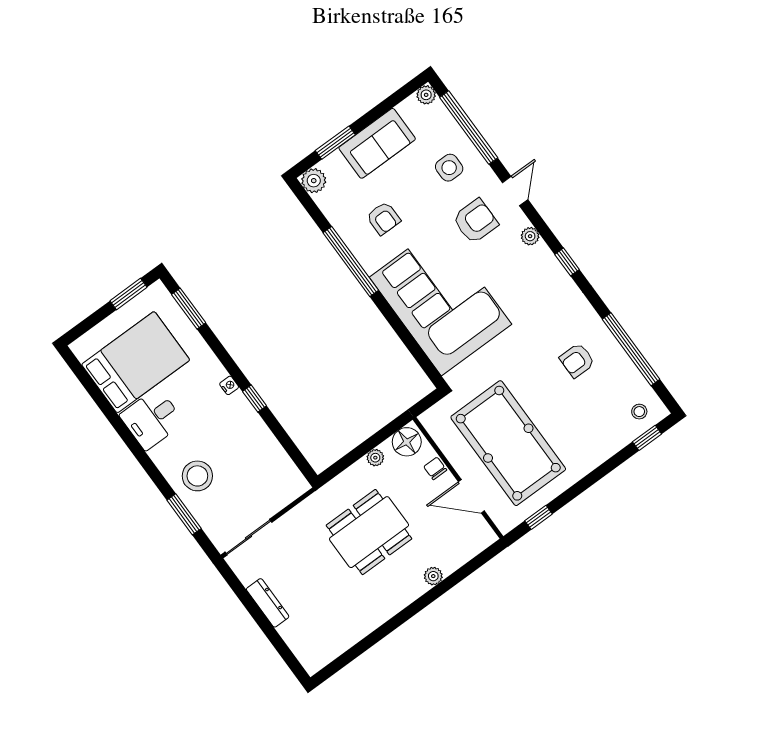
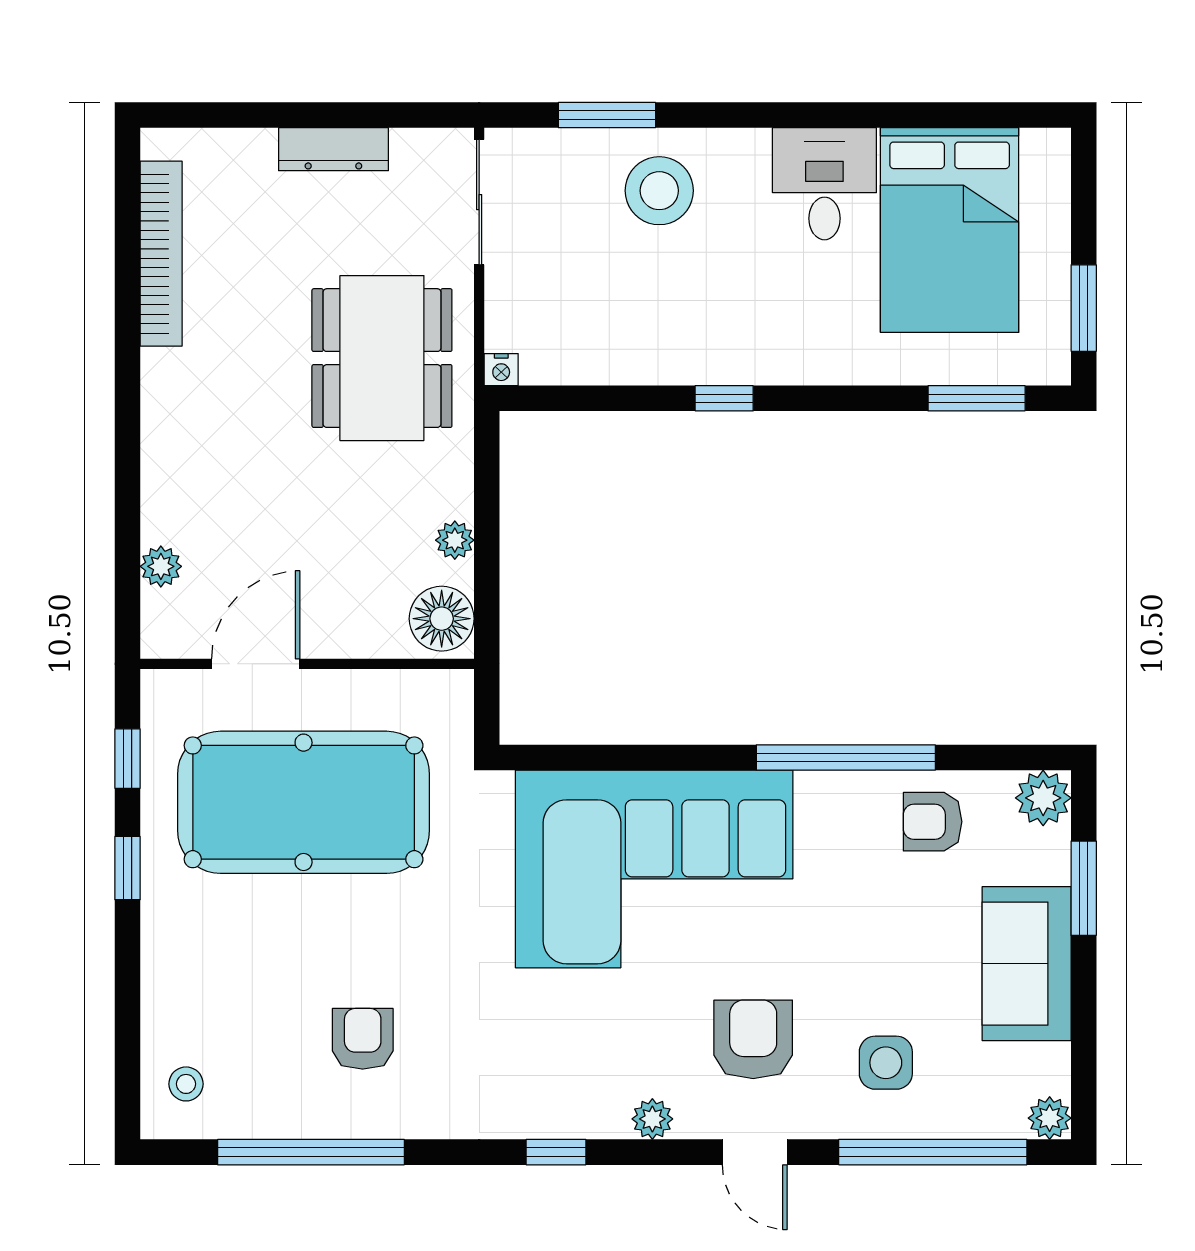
armchair: (383, 218) -> (933, 822), moved
armchair: (475, 221) -> (753, 1039), turned 180
nightstand: (229, 385) -> (501, 370), moved
window: (647, 438) -> (128, 868), moved
chair: (435, 468) -> (355, 635), removed
dining table: (369, 532) -> (382, 358), moved
plant: (433, 576) -> (161, 566), moved
bookcase: (350, 637) -> (161, 254), added

